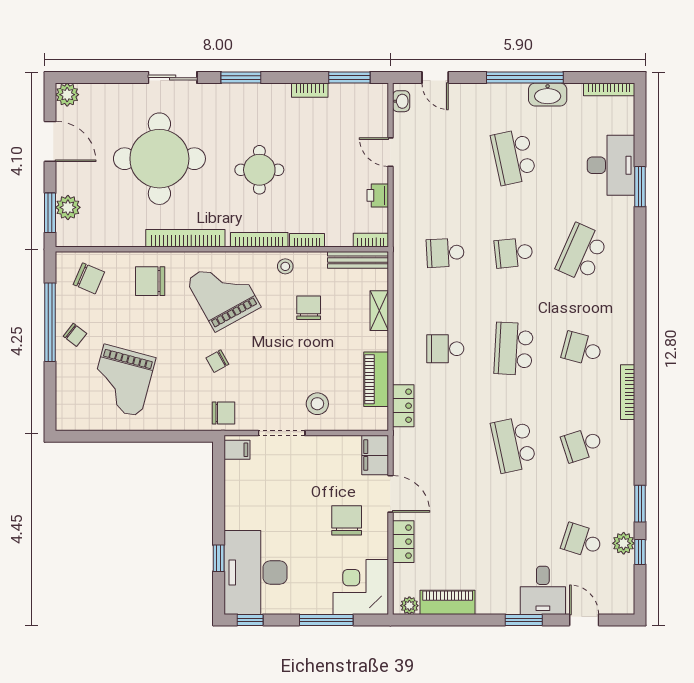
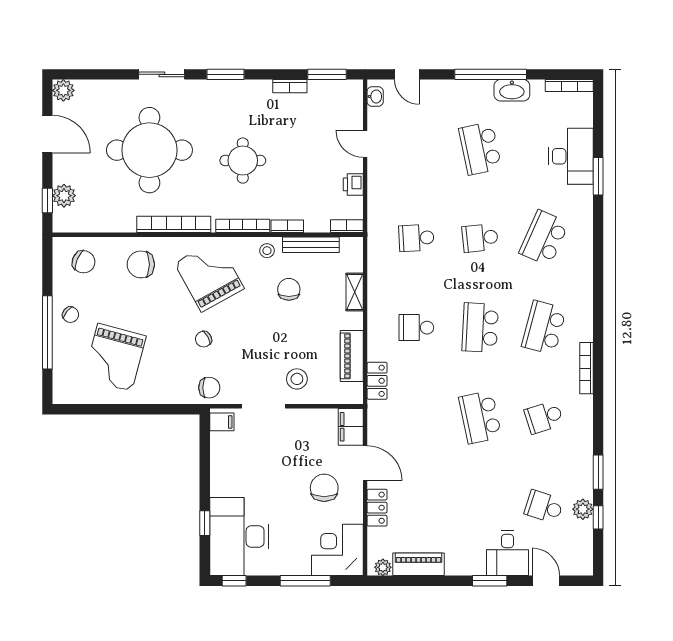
window: (50, 213) -> (47, 201), width x0.67
bench: (358, 260) -> (311, 245), moved
window: (50, 322) -> (47, 332), moved
school desk: (582, 349) -> (544, 328), width x1.85

